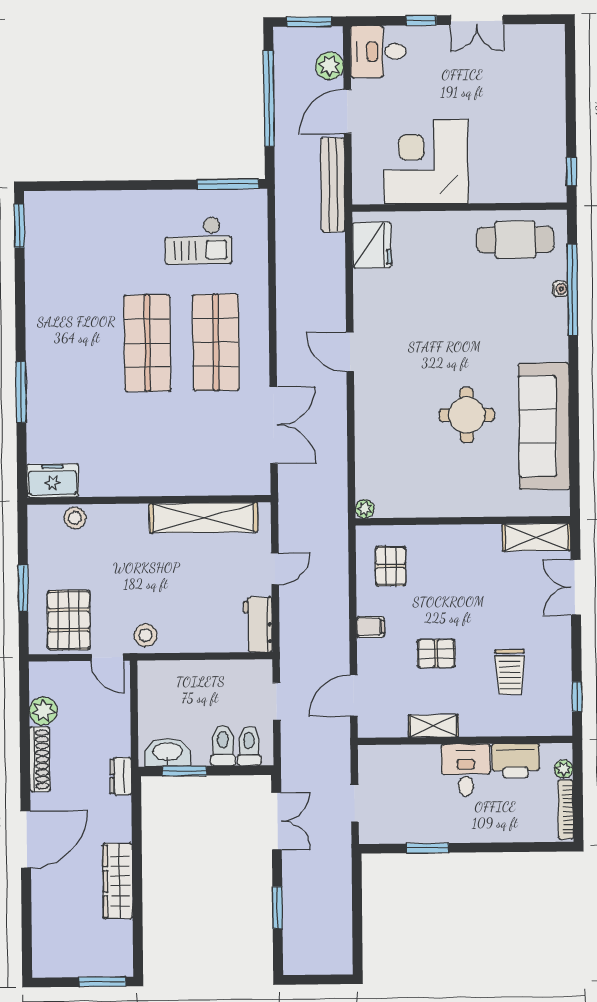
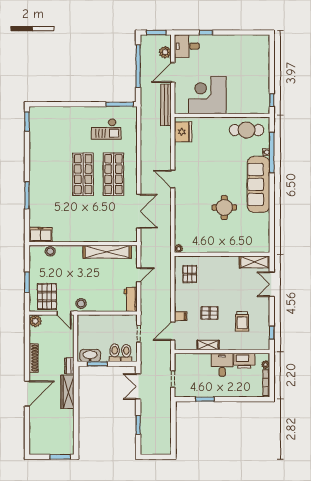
double door: (477, 20) -> (231, 33), removed
sofa: (544, 426) -> (258, 184), moved
filing cabinet: (371, 627) -> (181, 316), moved
plant: (43, 711) -> (35, 321), moved
double door: (277, 821) -> (138, 386), swing flipped
wardrobe: (118, 881) -> (67, 392), moved

